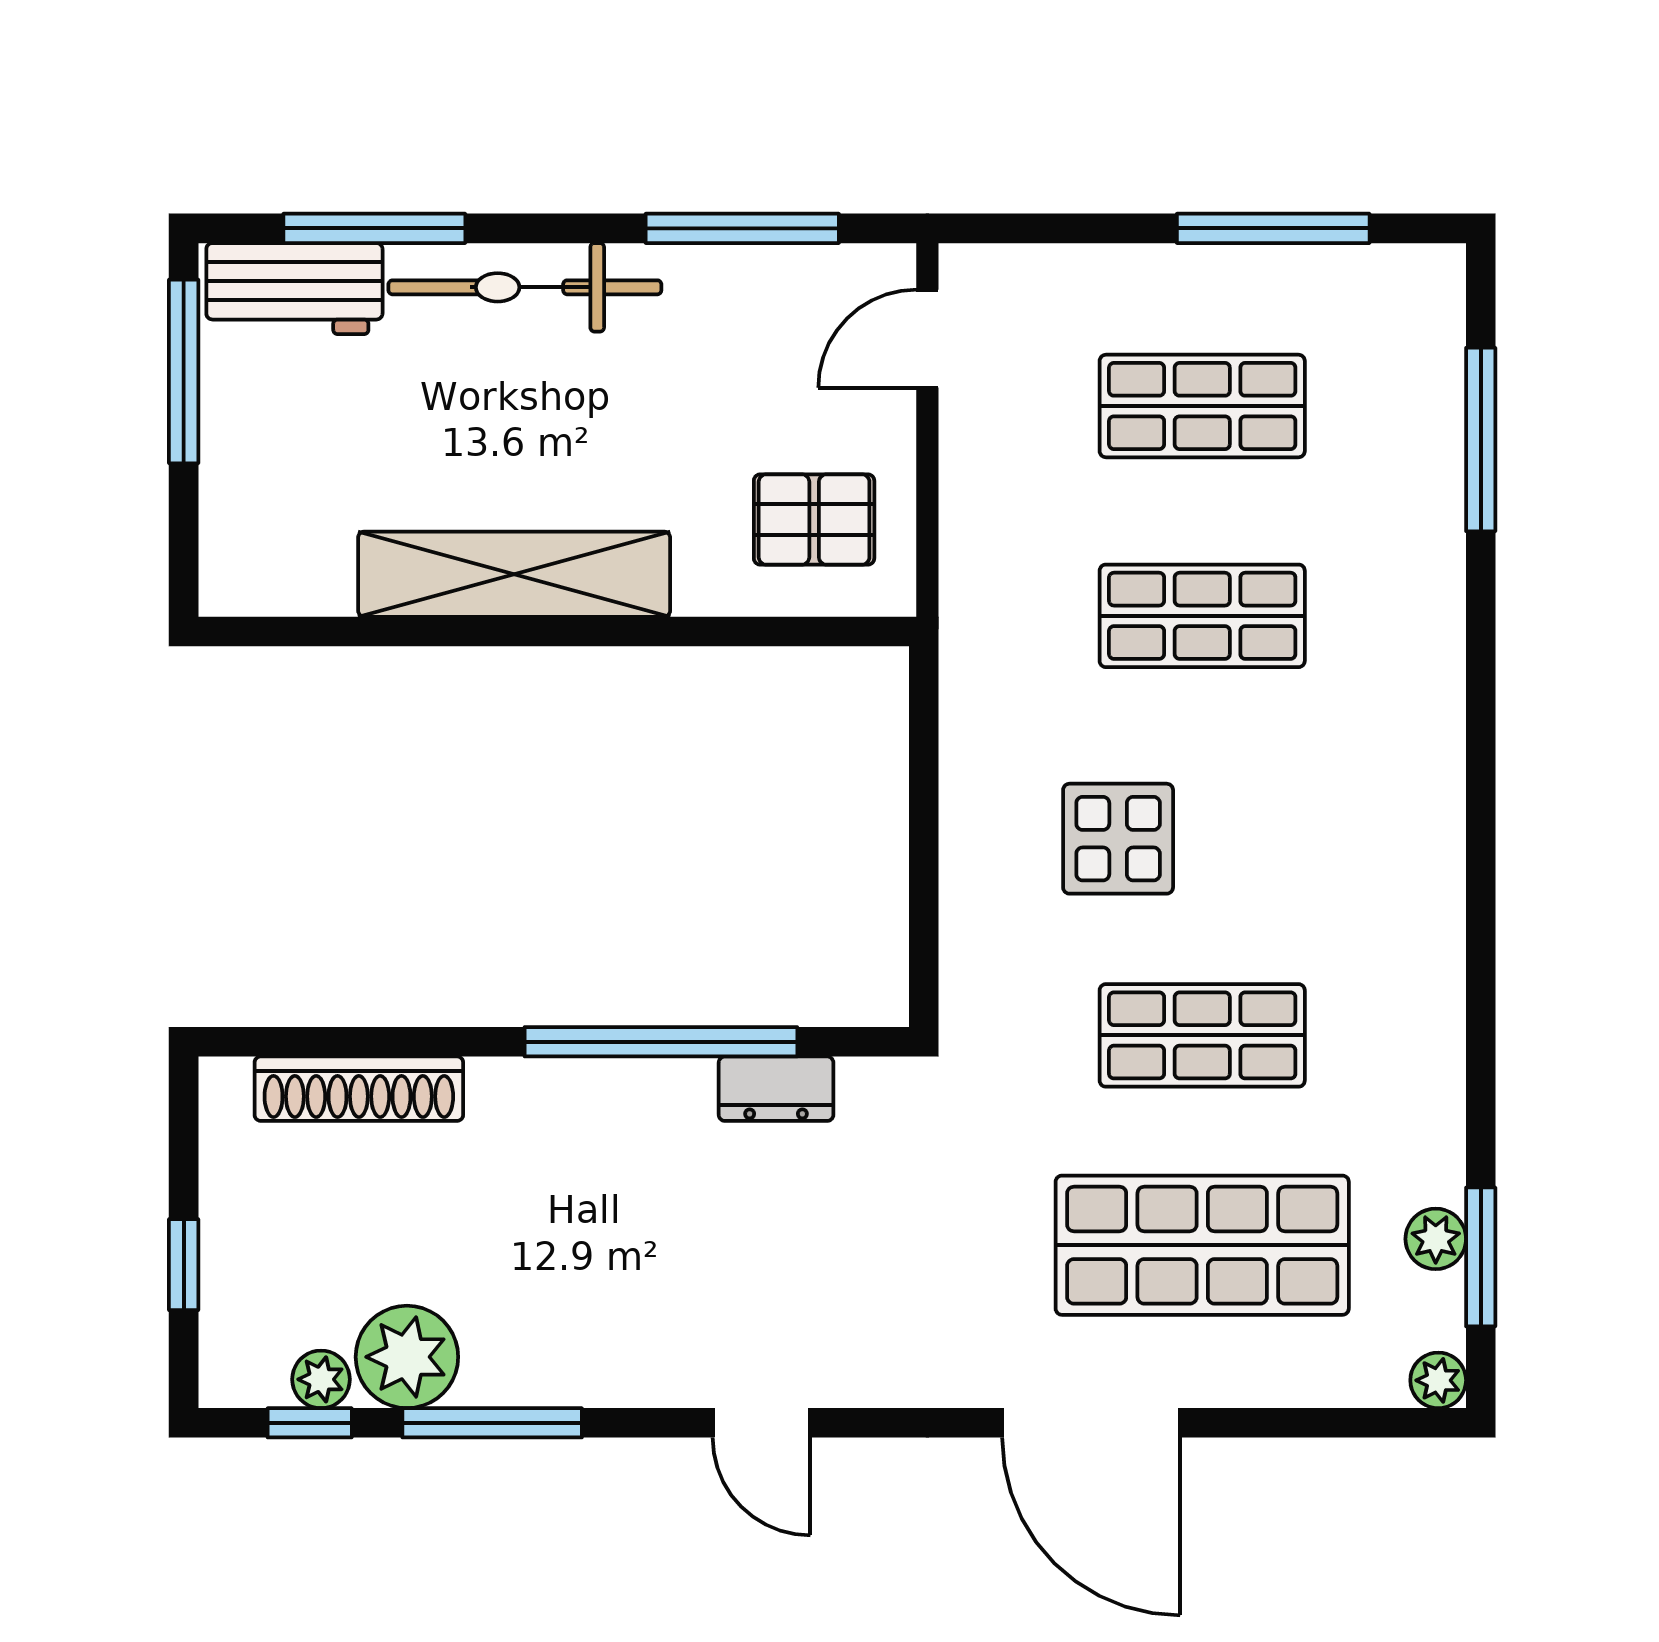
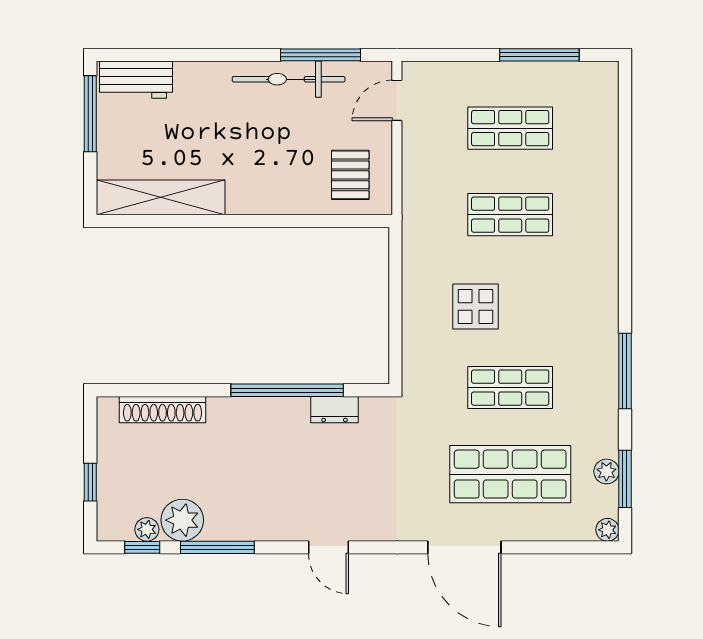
window: (374, 228) -> (169, 55), removed
bicycle: (525, 287) -> (289, 79), moved
window: (1481, 440) -> (625, 371), moved
pallet: (814, 519) -> (350, 175), turned 90
shelving: (514, 574) -> (161, 197), moved

